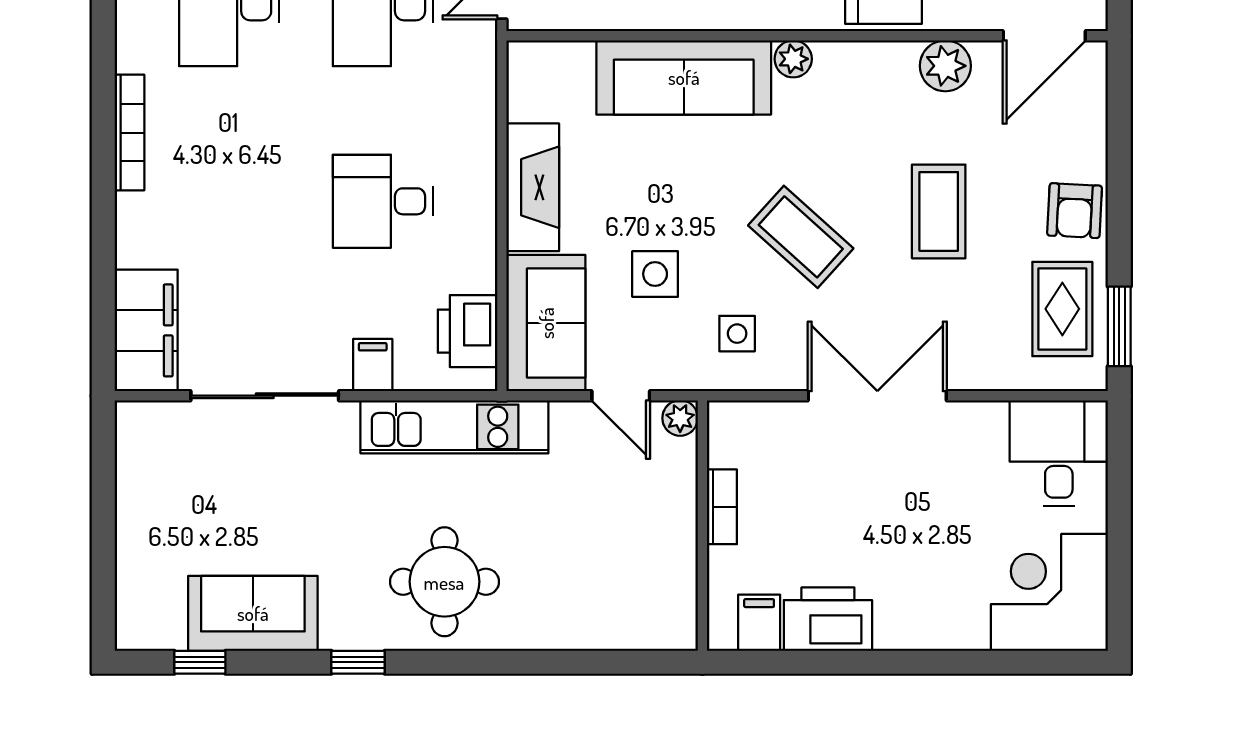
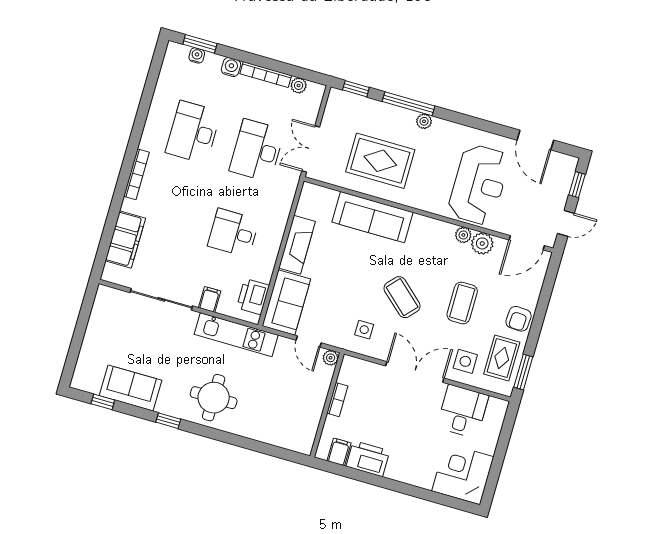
plant: (793, 59) -> (463, 235), moved
side table: (655, 274) -> (465, 361), moved
filing cabinet: (146, 330) -> (125, 239), moved
desk: (1059, 453) -> (463, 411), moved

